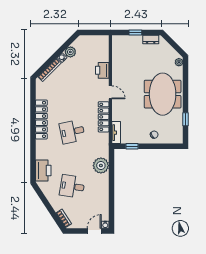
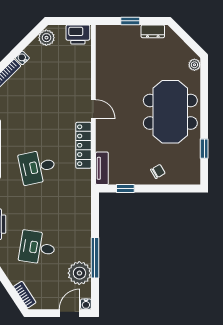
plant: (70, 52) -> (46, 38), moved
printer: (102, 70) -> (78, 34), moved, turned -90
plant: (101, 166) -> (79, 273), moved
window: (111, 193) -> (95, 258), added

